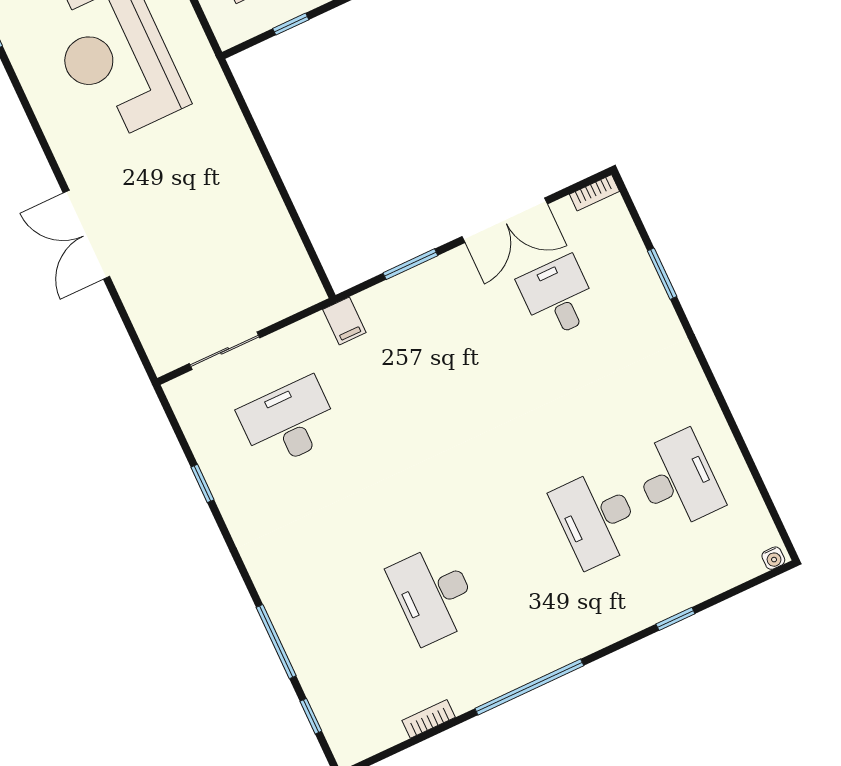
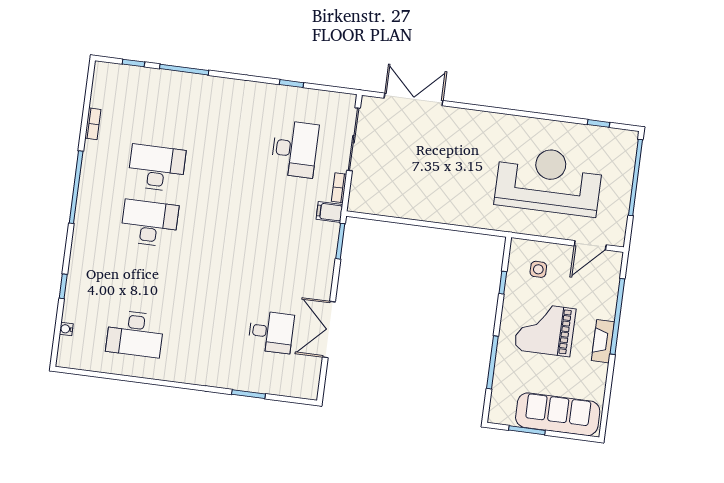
bookcase: (594, 193) -> (339, 188), moved
double door: (86, 235) -> (413, 99), moved
window: (410, 264) -> (340, 241), moved
sliding door: (225, 351) -> (354, 139), width x1.37
desk: (596, 518) -> (149, 223), moved
water cooler: (773, 558) -> (66, 329), moved

